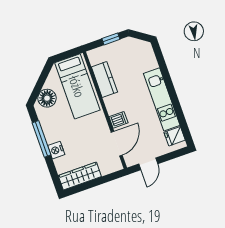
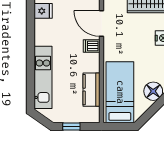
kitchen unit: (162, 99) -> (43, 77), moved
door: (117, 144) -> (102, 24), hinge flipped

